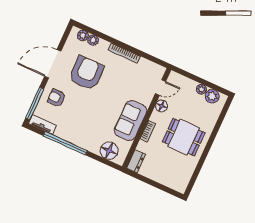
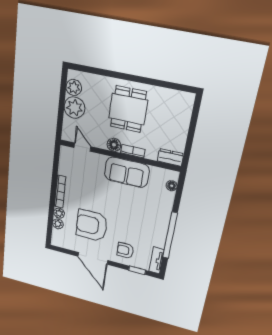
plant: (83, 36) -> (59, 213), moved
plant: (201, 89) -> (74, 108), width x1.88, depth x1.88
armchair: (56, 98) -> (125, 250), turned 90
window: (35, 103) -> (137, 270), width x0.46
floor lamp: (162, 106) -> (114, 145), moved
floor lamp: (109, 151) -> (172, 186), width x0.53, depth x0.53

